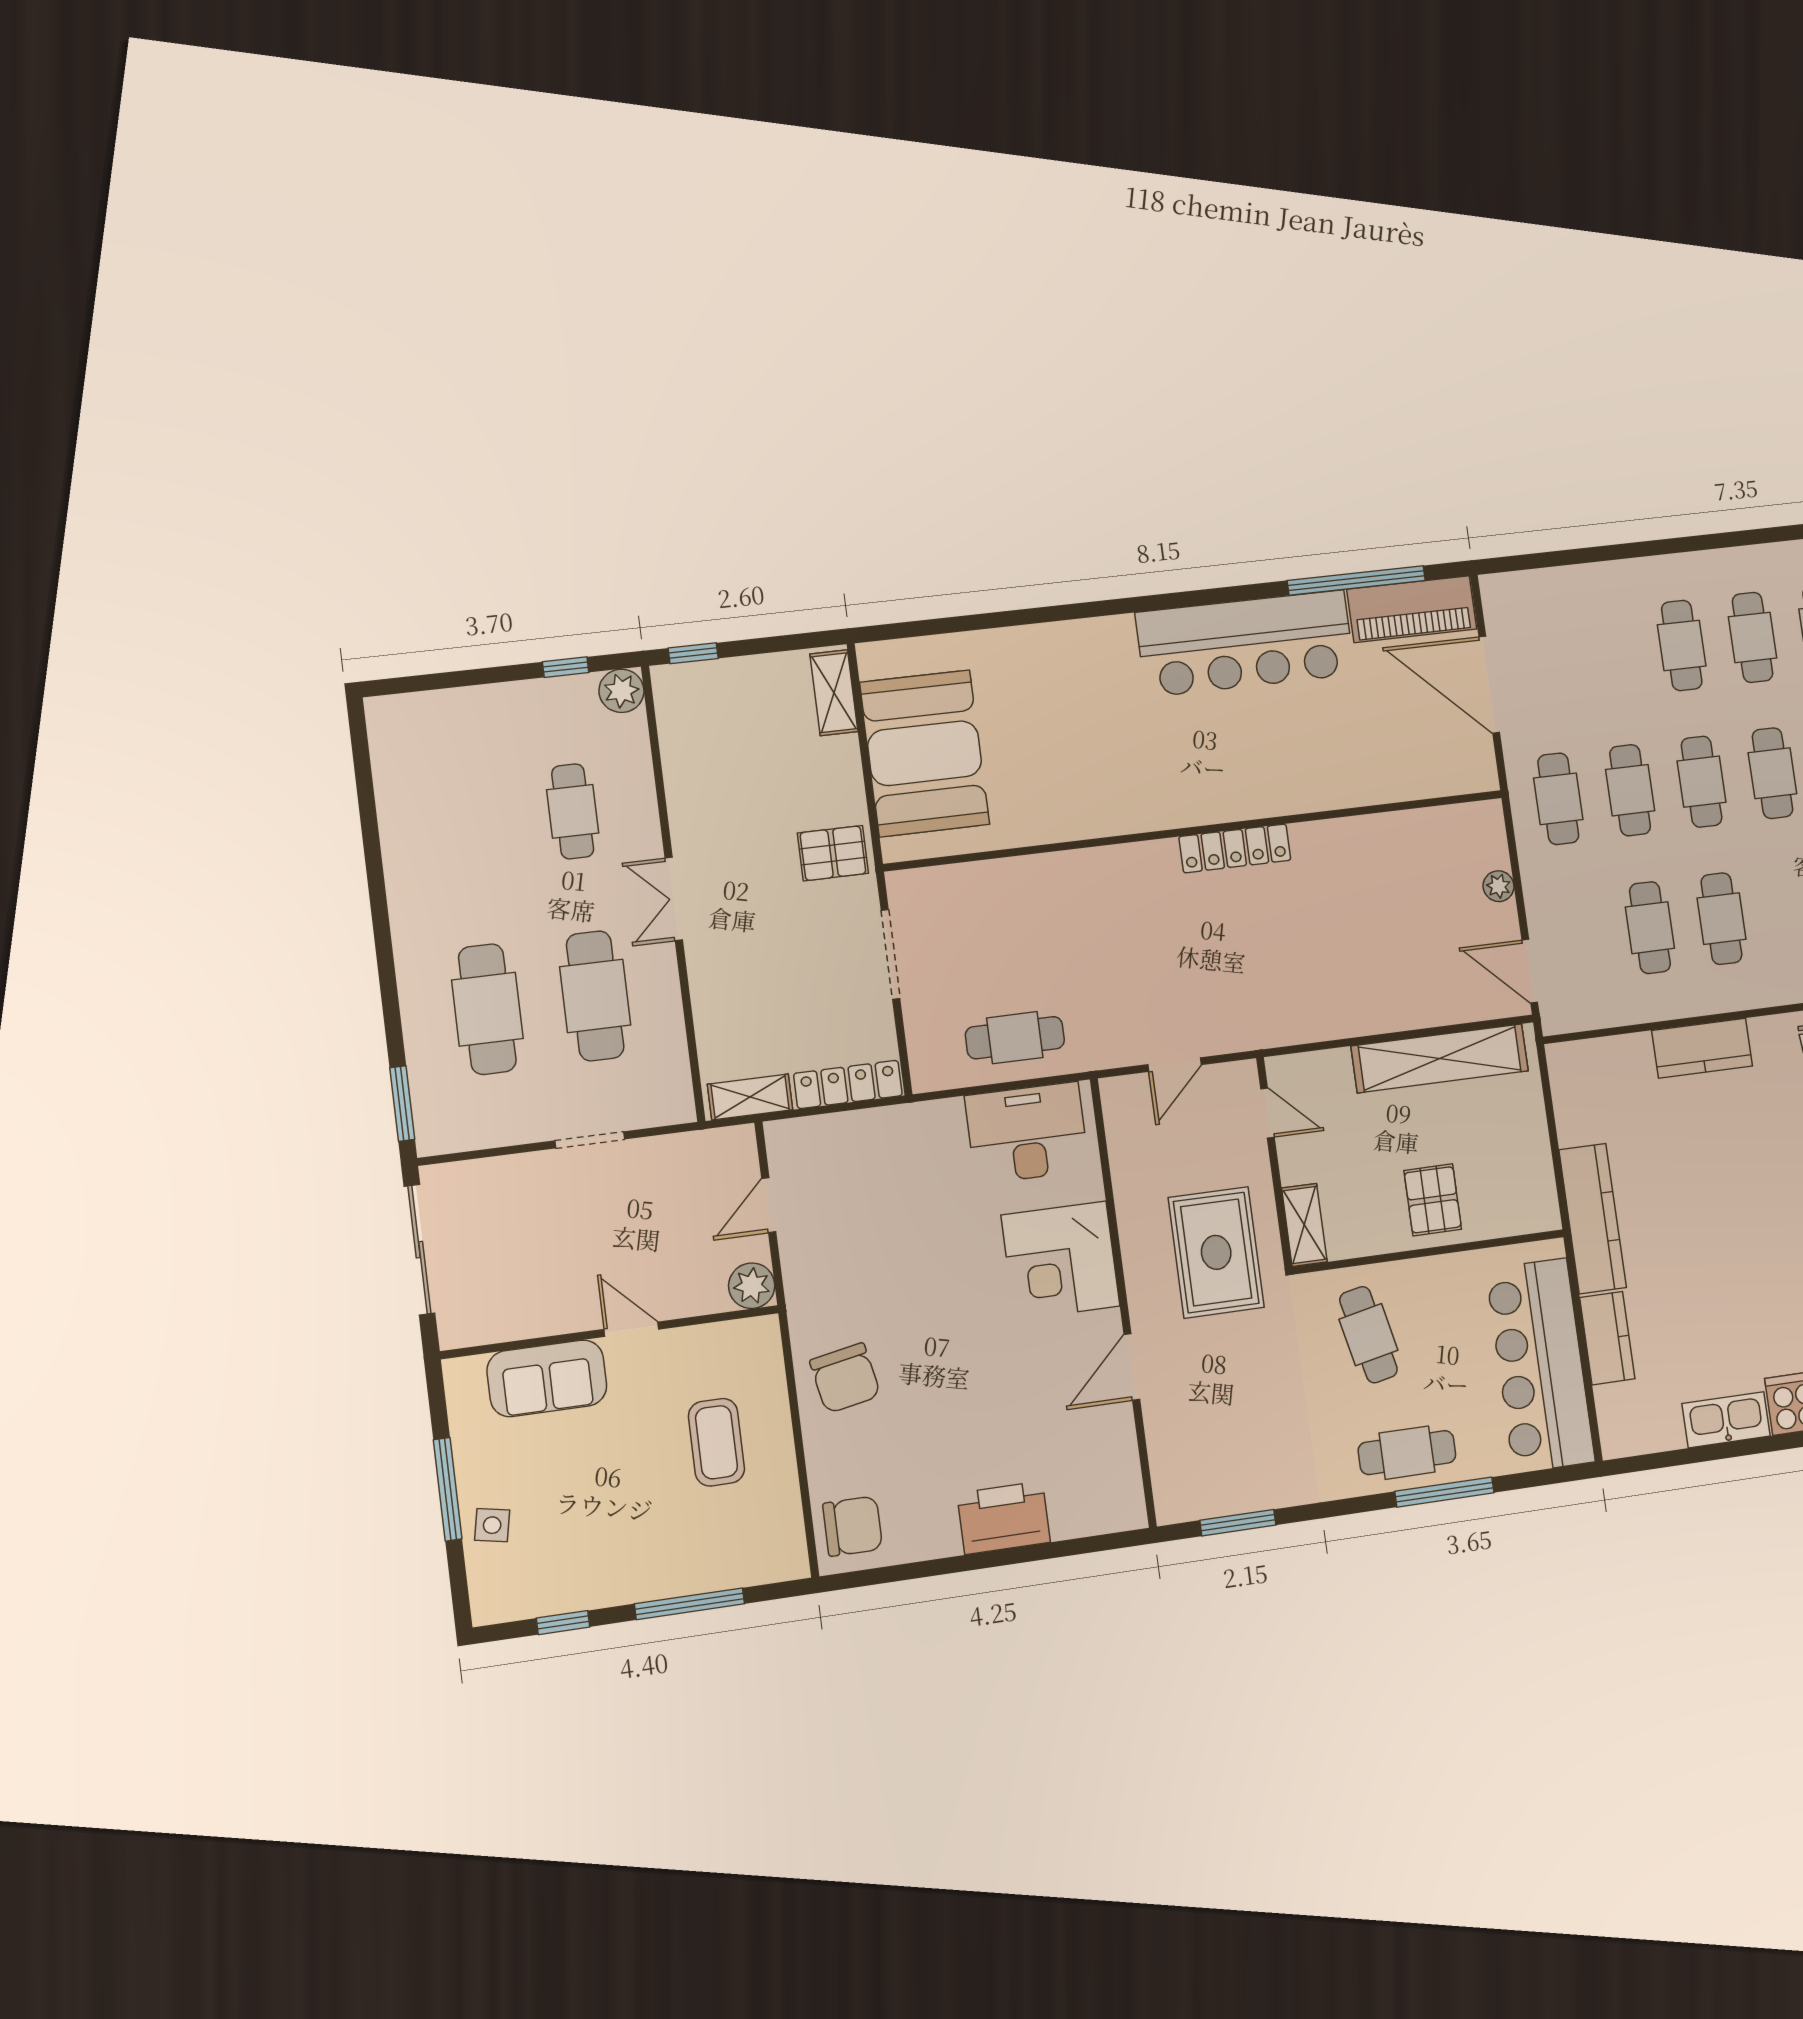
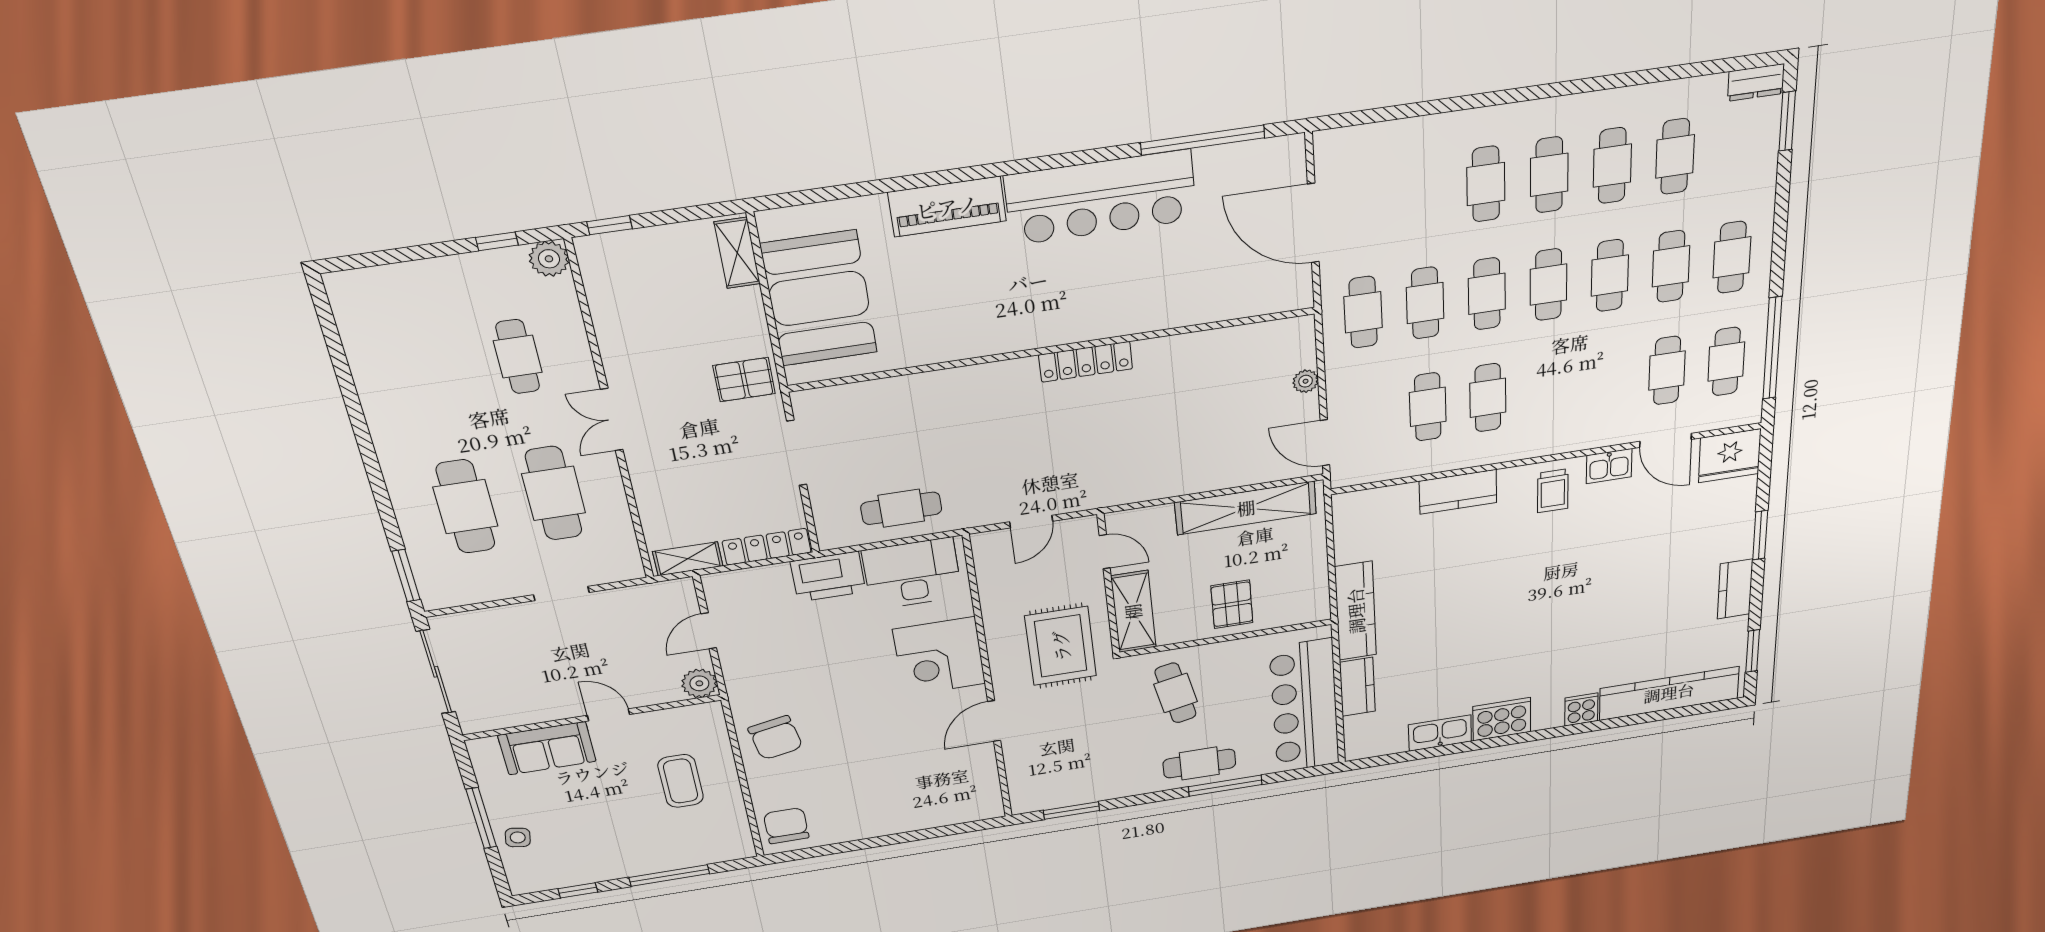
piano: (1412, 609) -> (947, 207), moved
shelving: (1304, 1225) -> (1133, 612), width x1.50, depth x1.33
printer: (1004, 1518) -> (828, 577), moved, turned 180
chair: (853, 1526) -> (786, 826), turned -90

